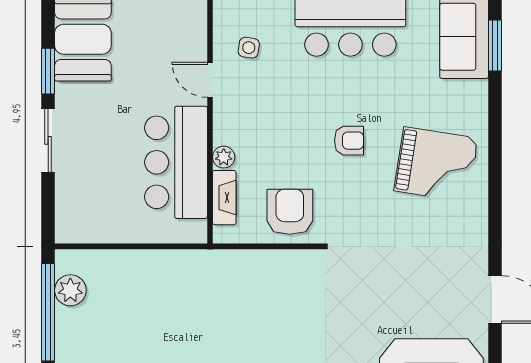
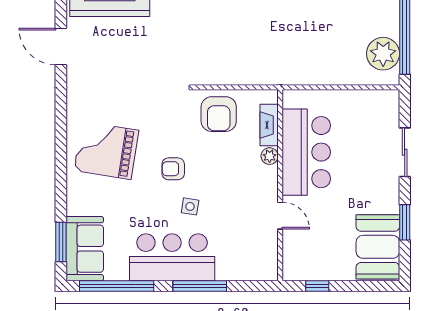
side table: (249, 48) -> (190, 206), moved
sliding door: (48, 140) -> (405, 152), moved
plant: (70, 290) -> (383, 54), width x1.36, depth x1.36

